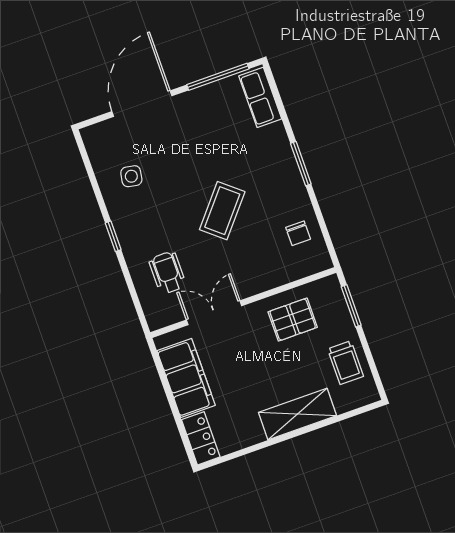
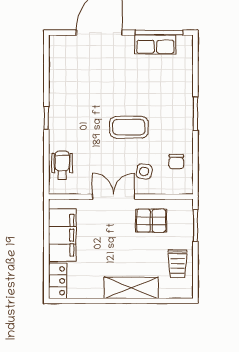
row of seats: (260, 97) -> (155, 45), moved, turned -90
side table: (131, 176) -> (144, 171), moved
coffee table: (222, 211) -> (129, 127), turned 50
wheelchair: (167, 273) -> (62, 165), moved
double door: (214, 313) -> (113, 197), moved

